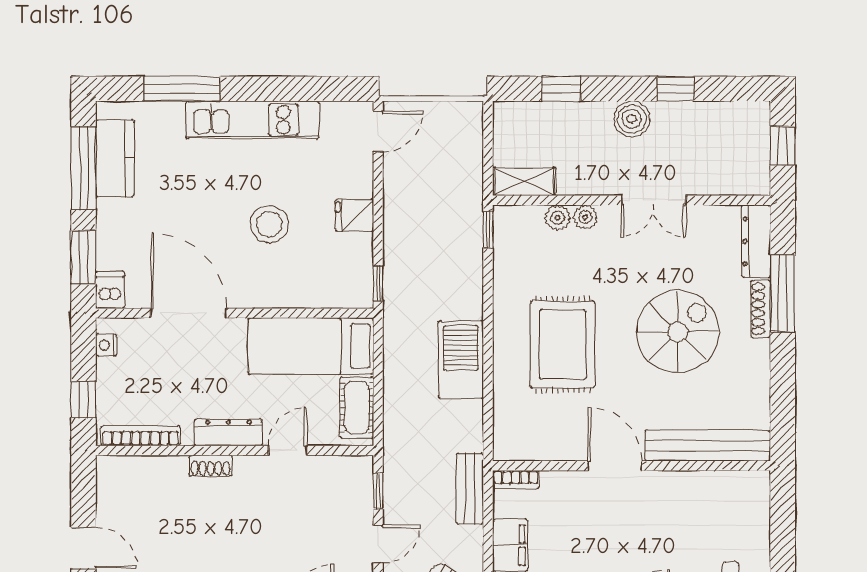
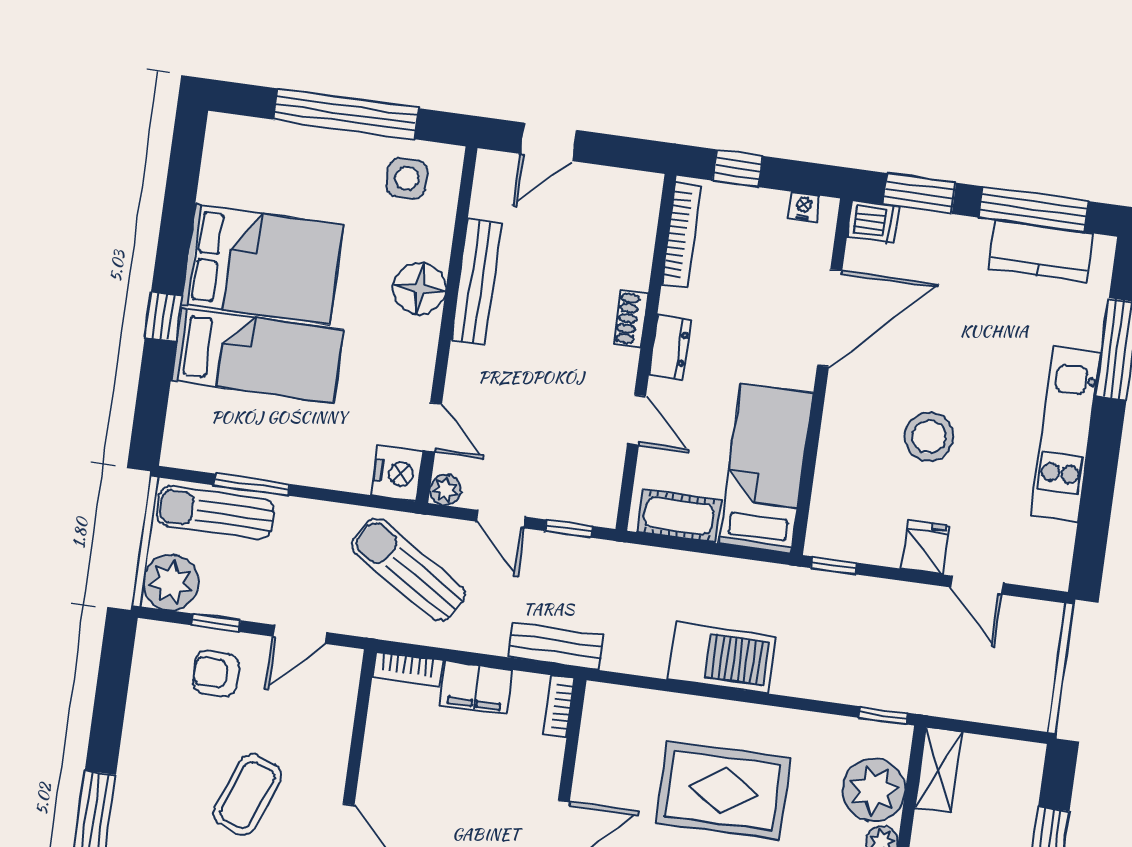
door: (378, 132) -> (977, 585), moved
plant: (558, 218) -> (874, 790), width x1.88, depth x1.88
dresser: (228, 433) -> (670, 348), width x0.70

